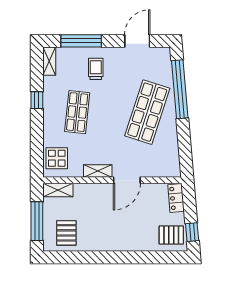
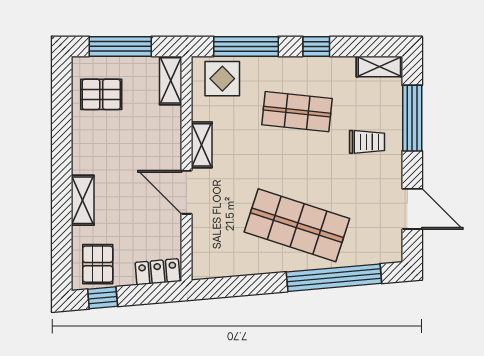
window: (37, 144) -> (246, 46), added
shelving: (132, 244) -> (83, 200), added

